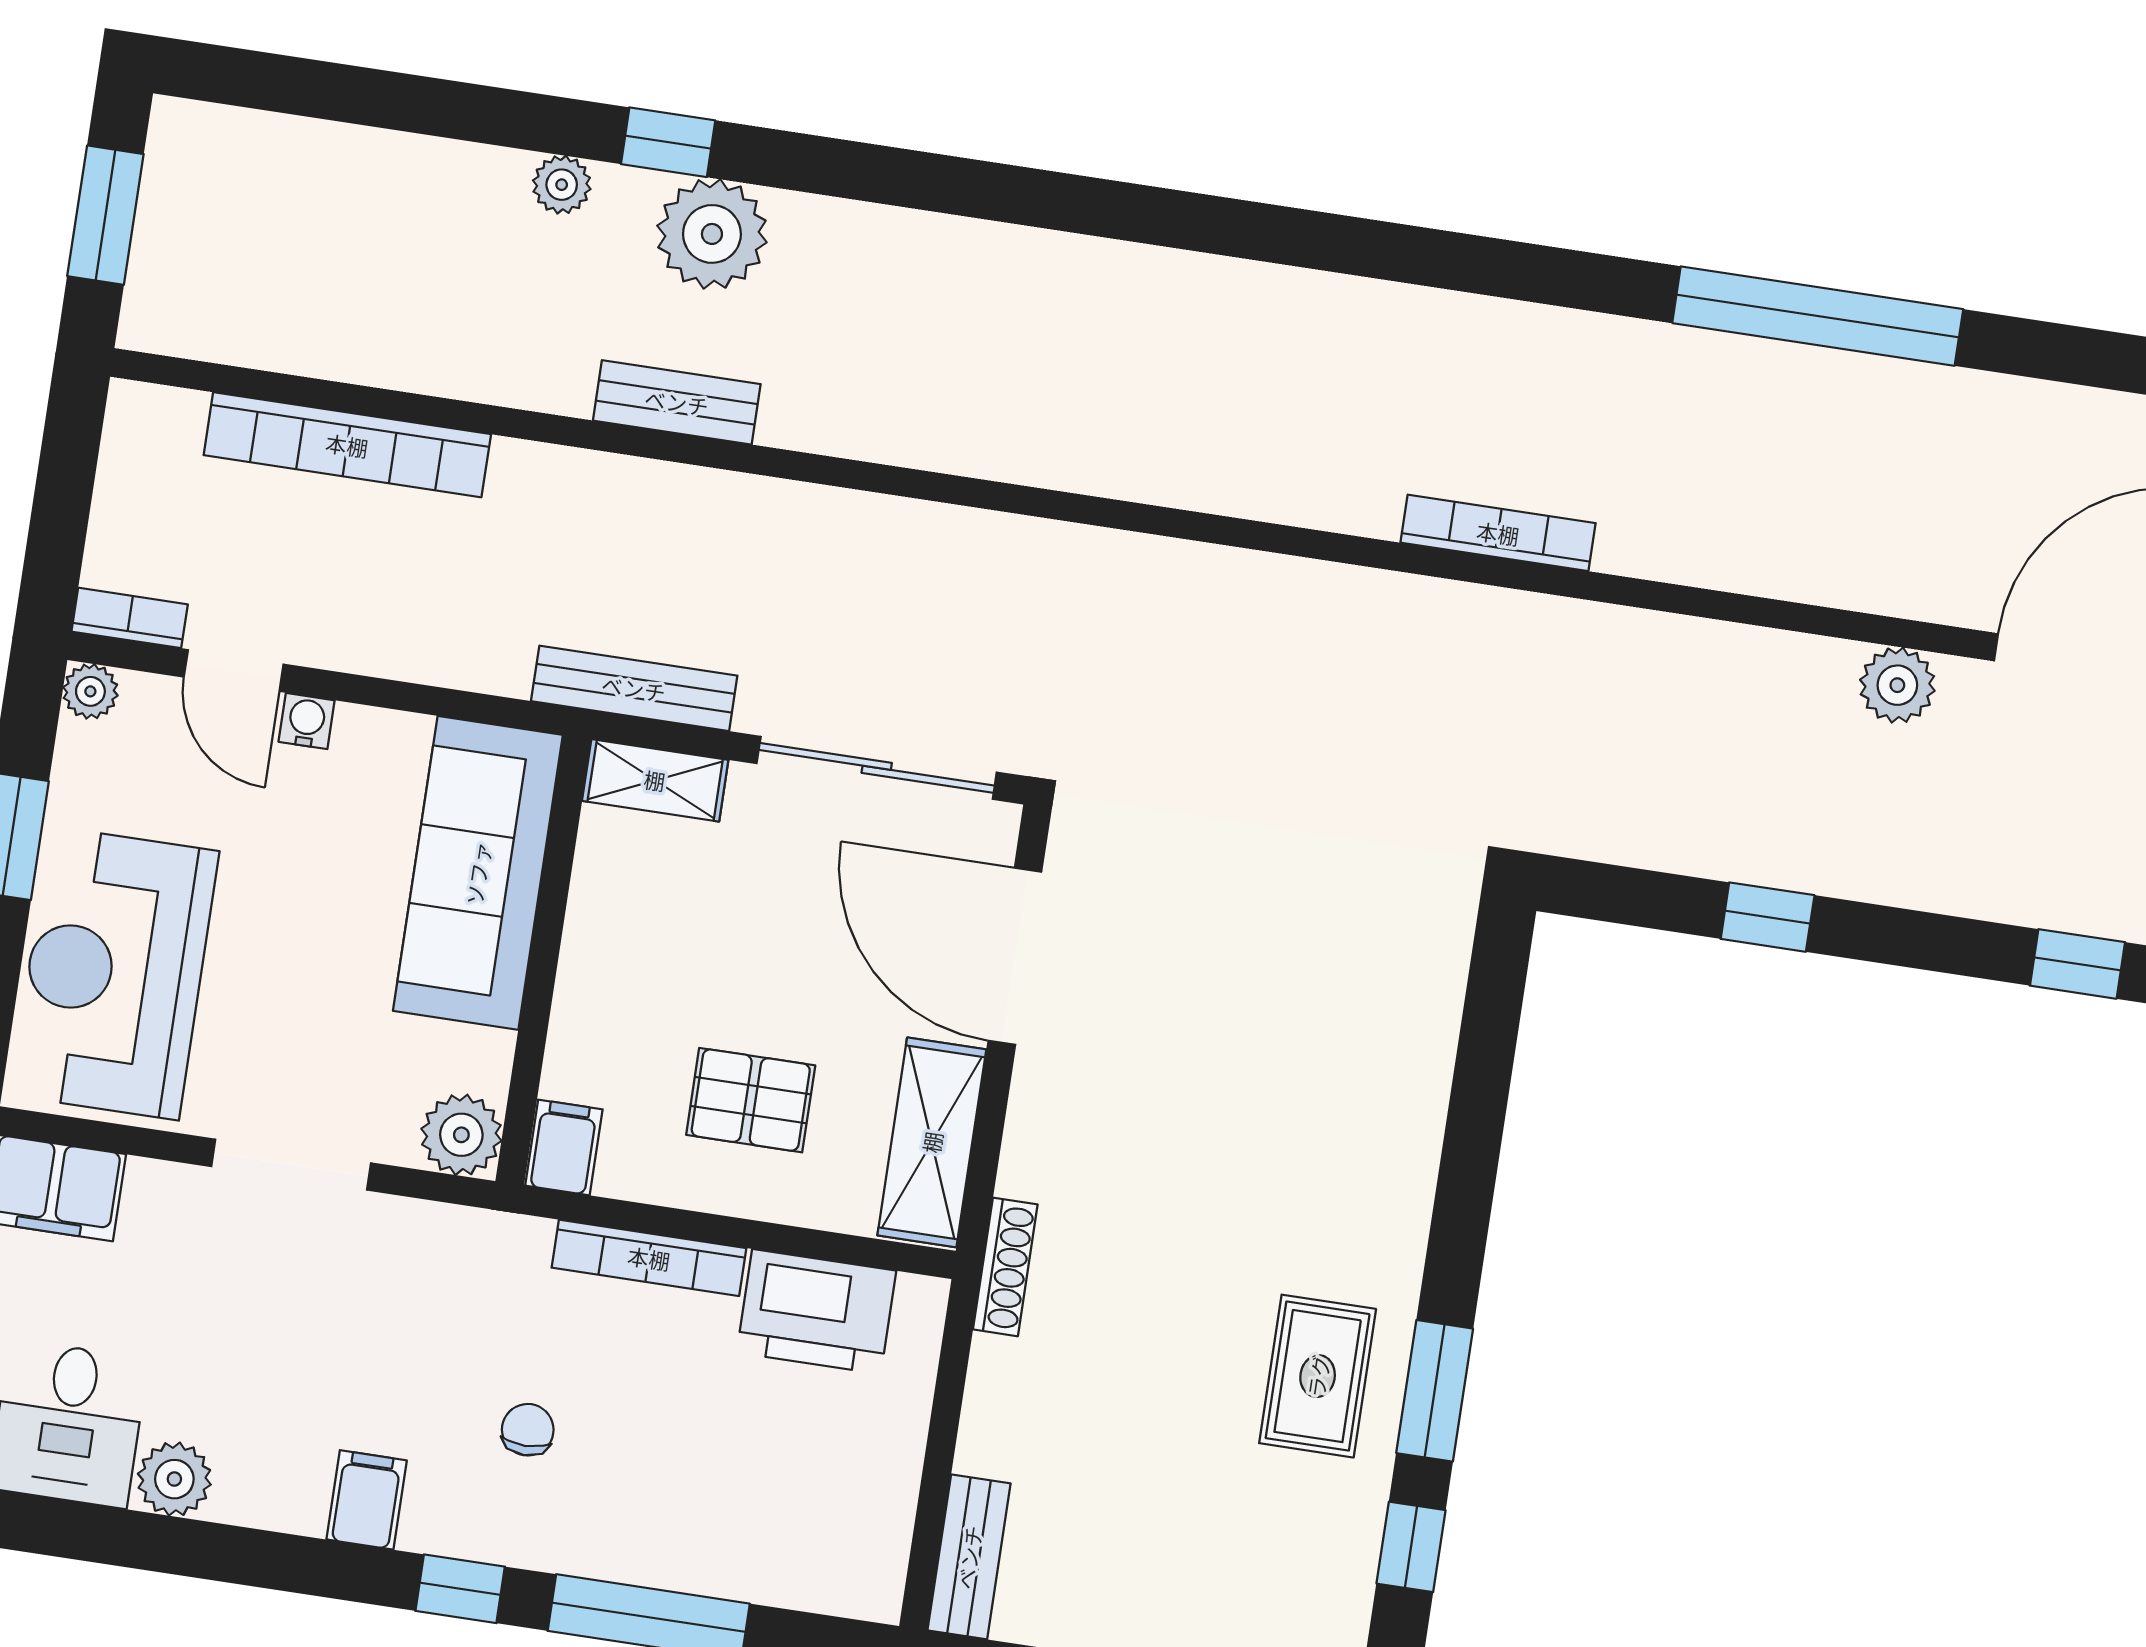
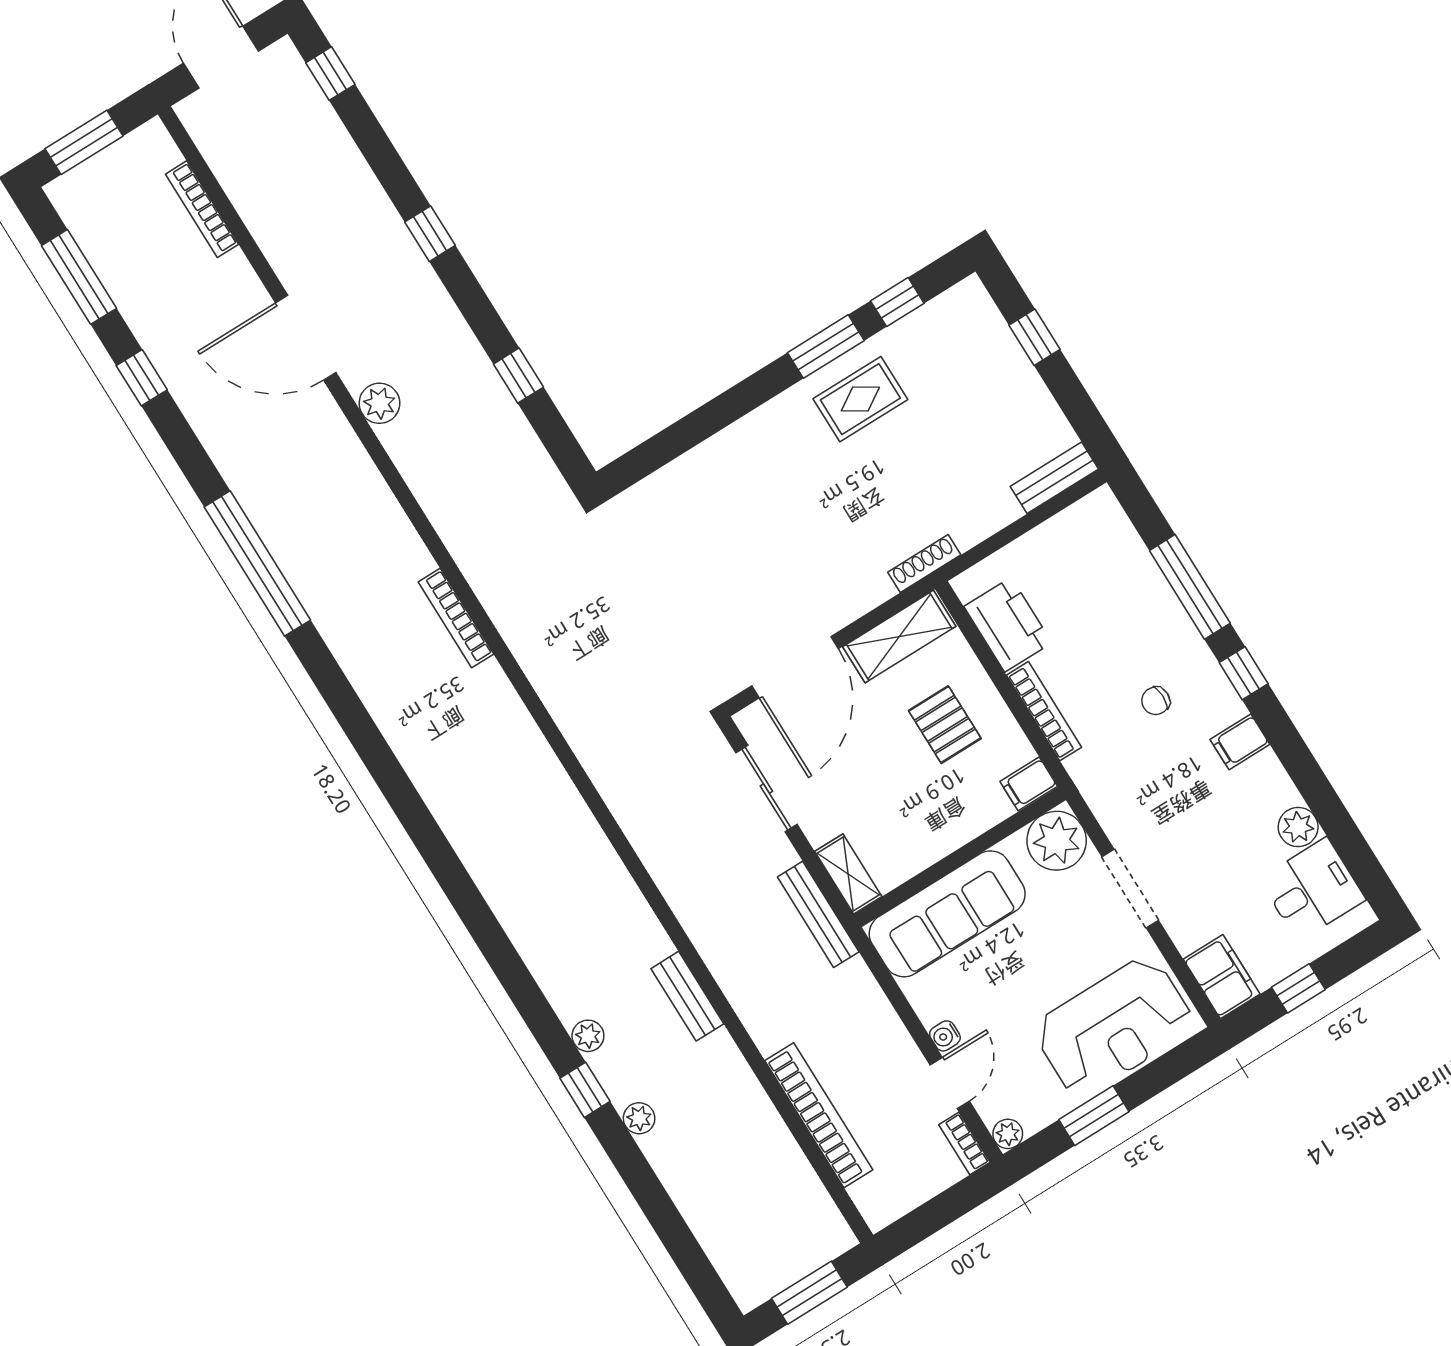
plant: (712, 234) -> (588, 1036), width x0.53, depth x0.53
sliding door: (877, 768) -> (766, 789), width x0.73
plant: (461, 1135) -> (1057, 841), width x1.36, depth x1.36

